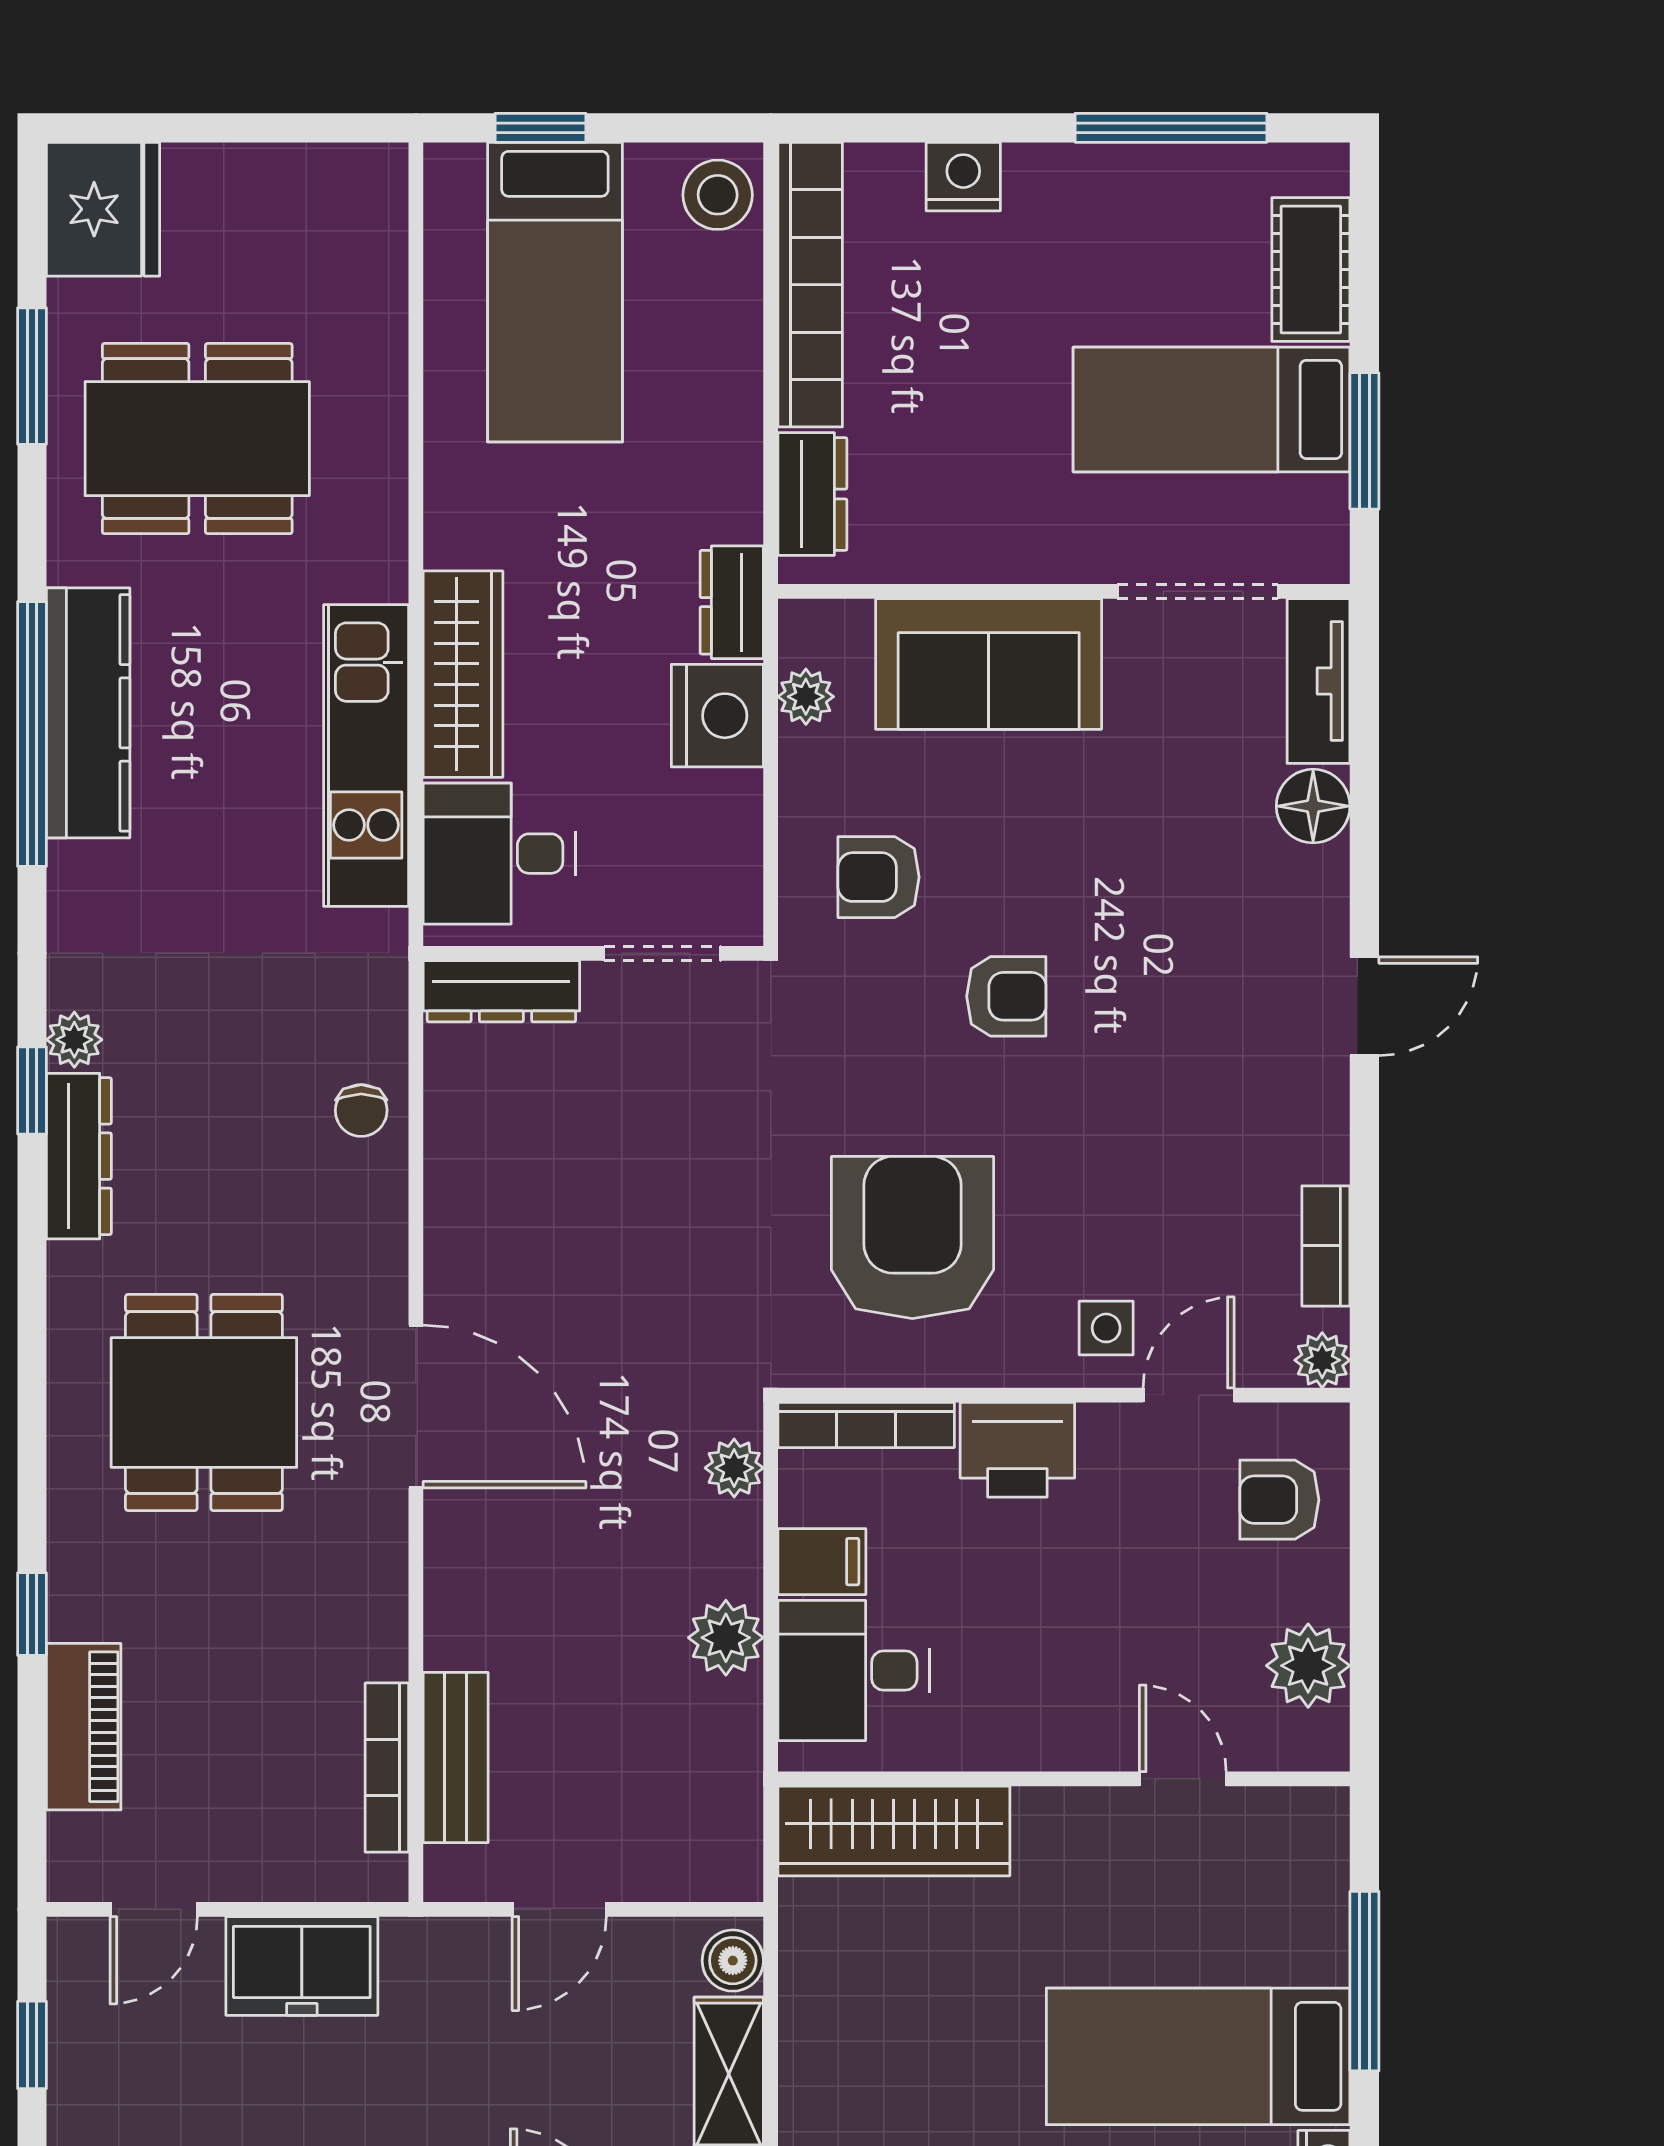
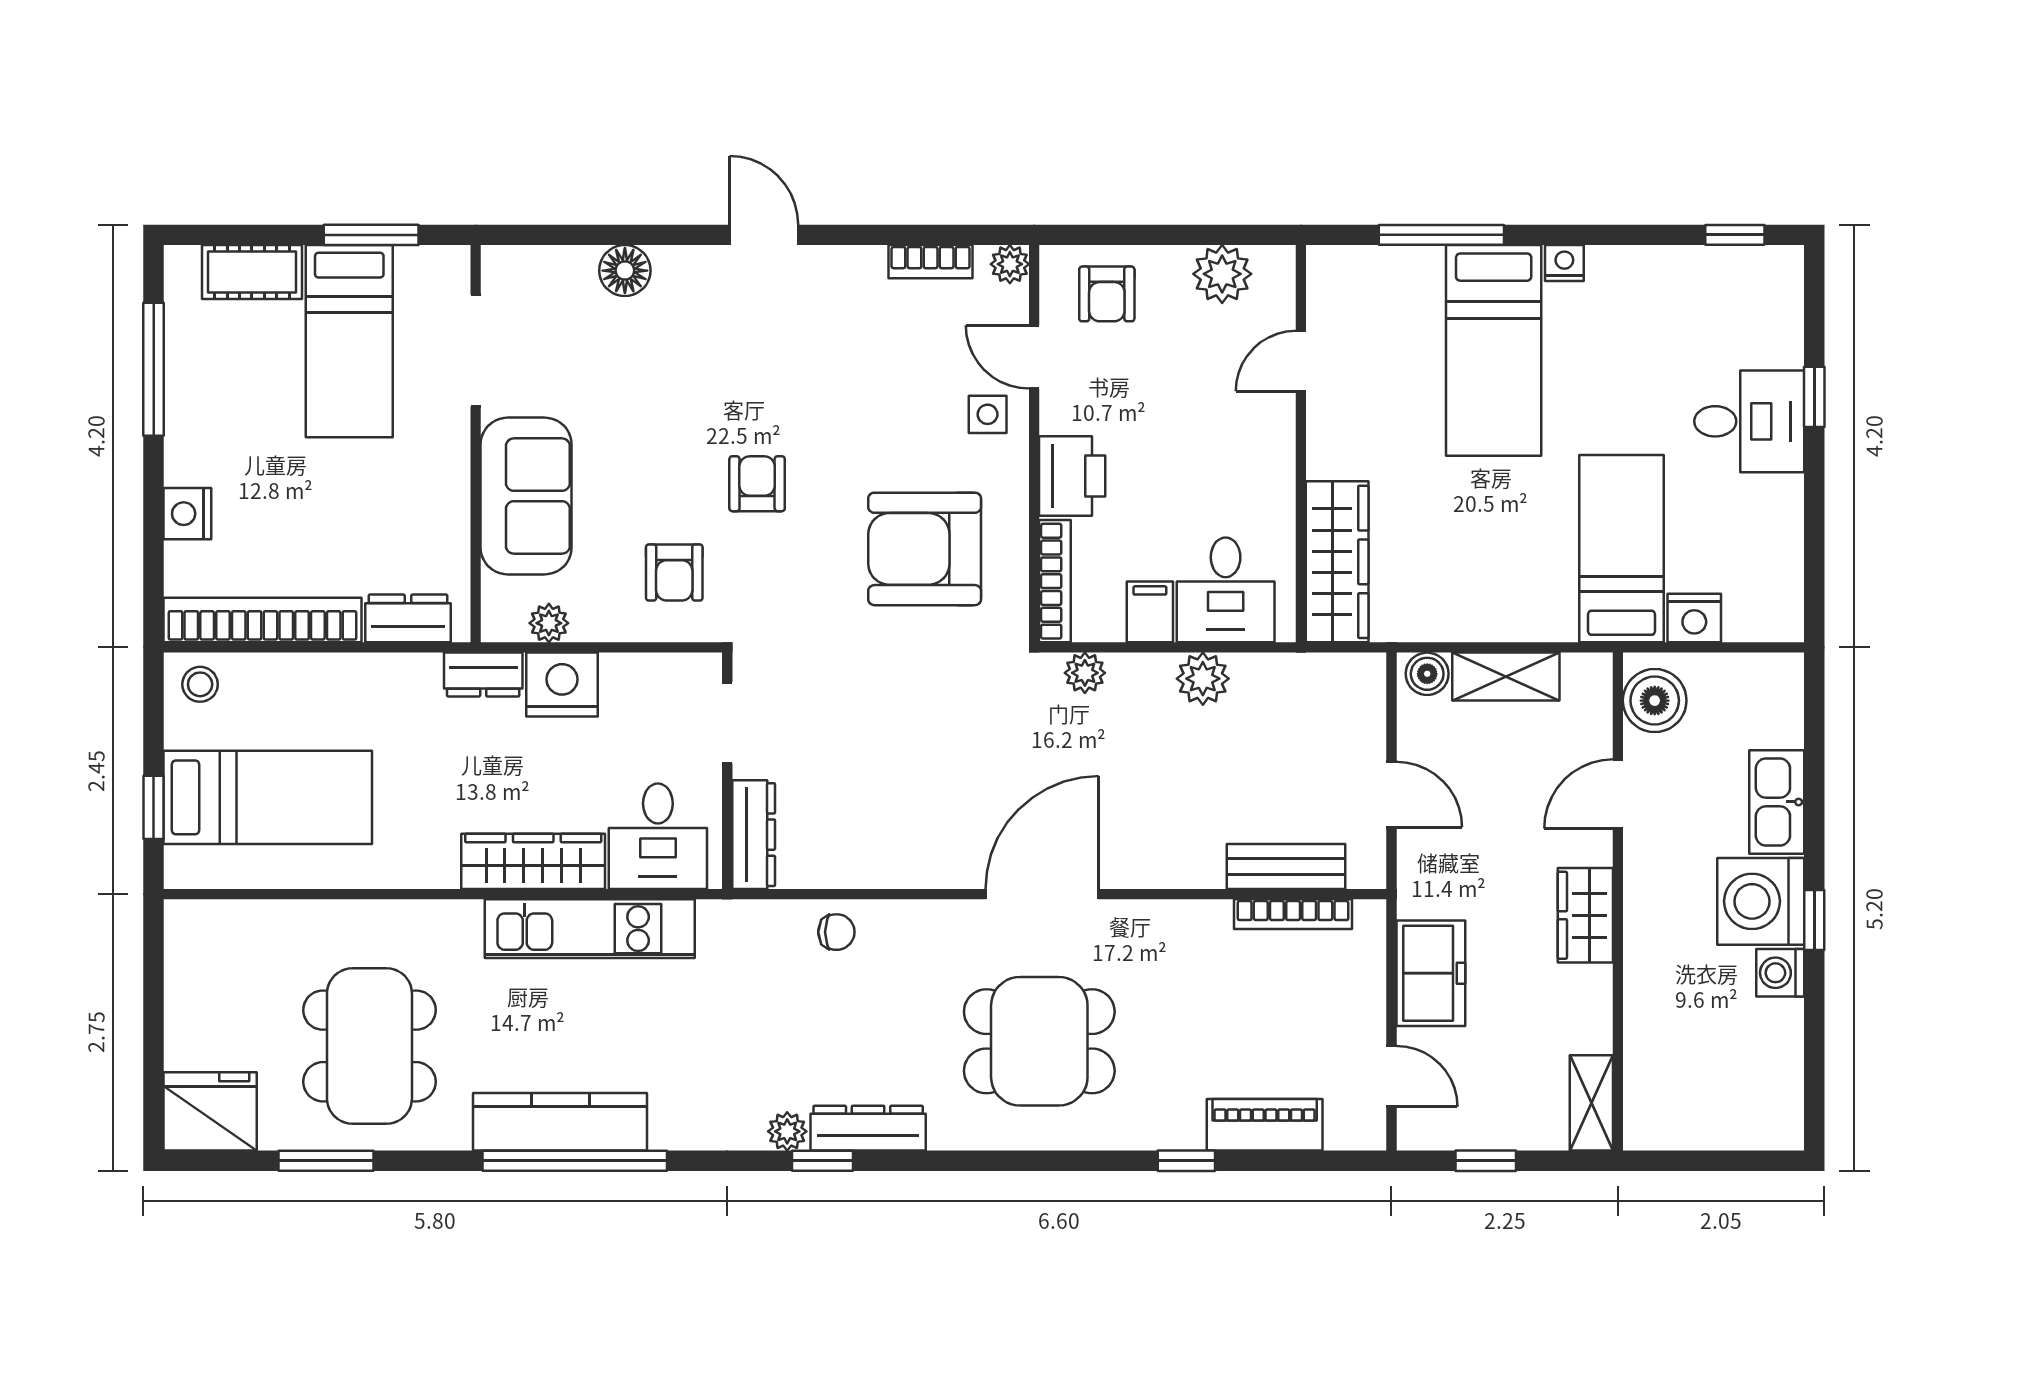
stool: (718, 195) -> (200, 684), width x0.73, depth x0.73
tv unit: (1318, 681) -> (538, 267), removed

